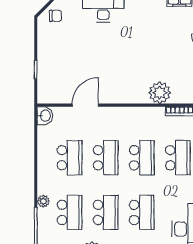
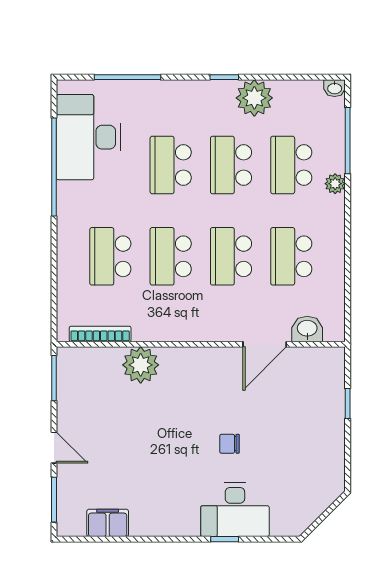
chair: (55, 16) -> (229, 444), moved
washbasin: (45, 116) -> (307, 329), moved, turned 90

